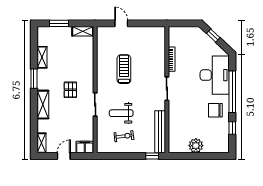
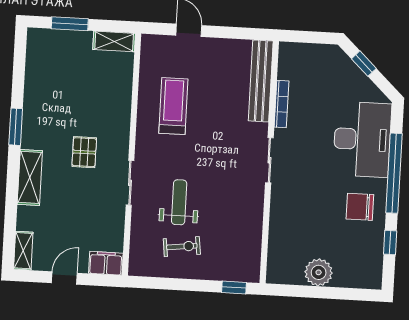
shelving: (42, 57) -> (33, 87), removed
treadmill: (124, 69) -> (173, 106), moved
weight bench: (121, 113) -> (179, 202), turned 90
bench: (160, 132) -> (261, 81), moved

